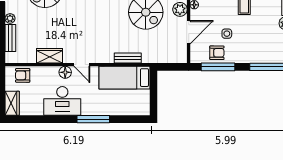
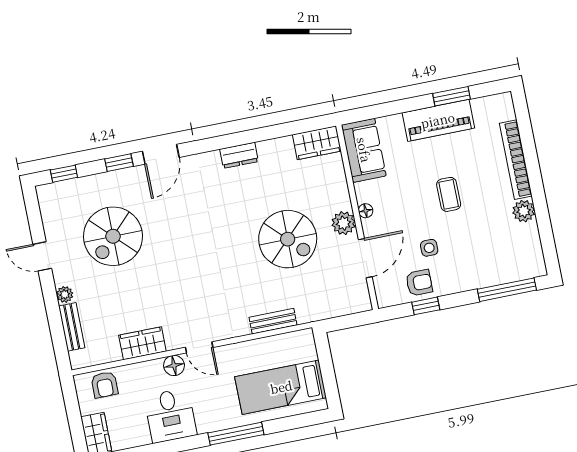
window: (218, 67) -> (426, 306), width x0.46
armchair: (23, 75) -> (105, 385), turned -90
bed: (124, 78) -> (281, 387), moved
desk: (62, 101) -> (170, 416), width x0.73

